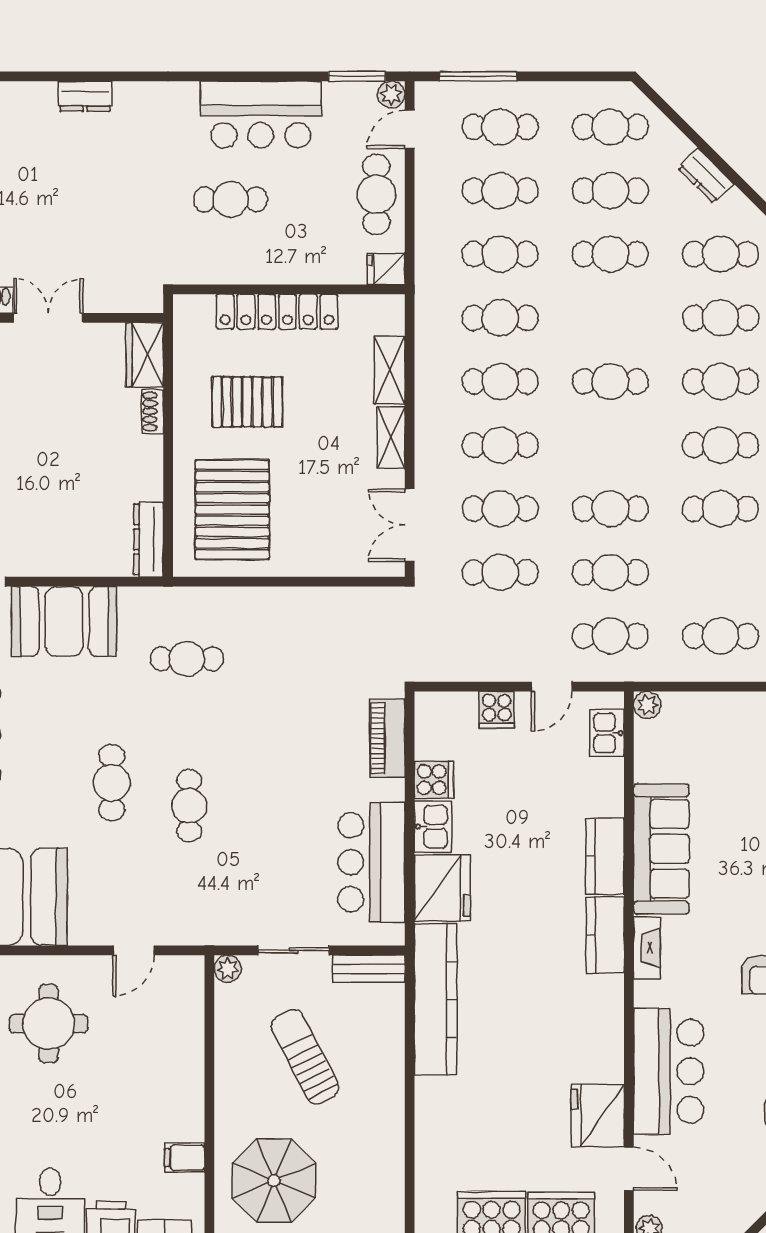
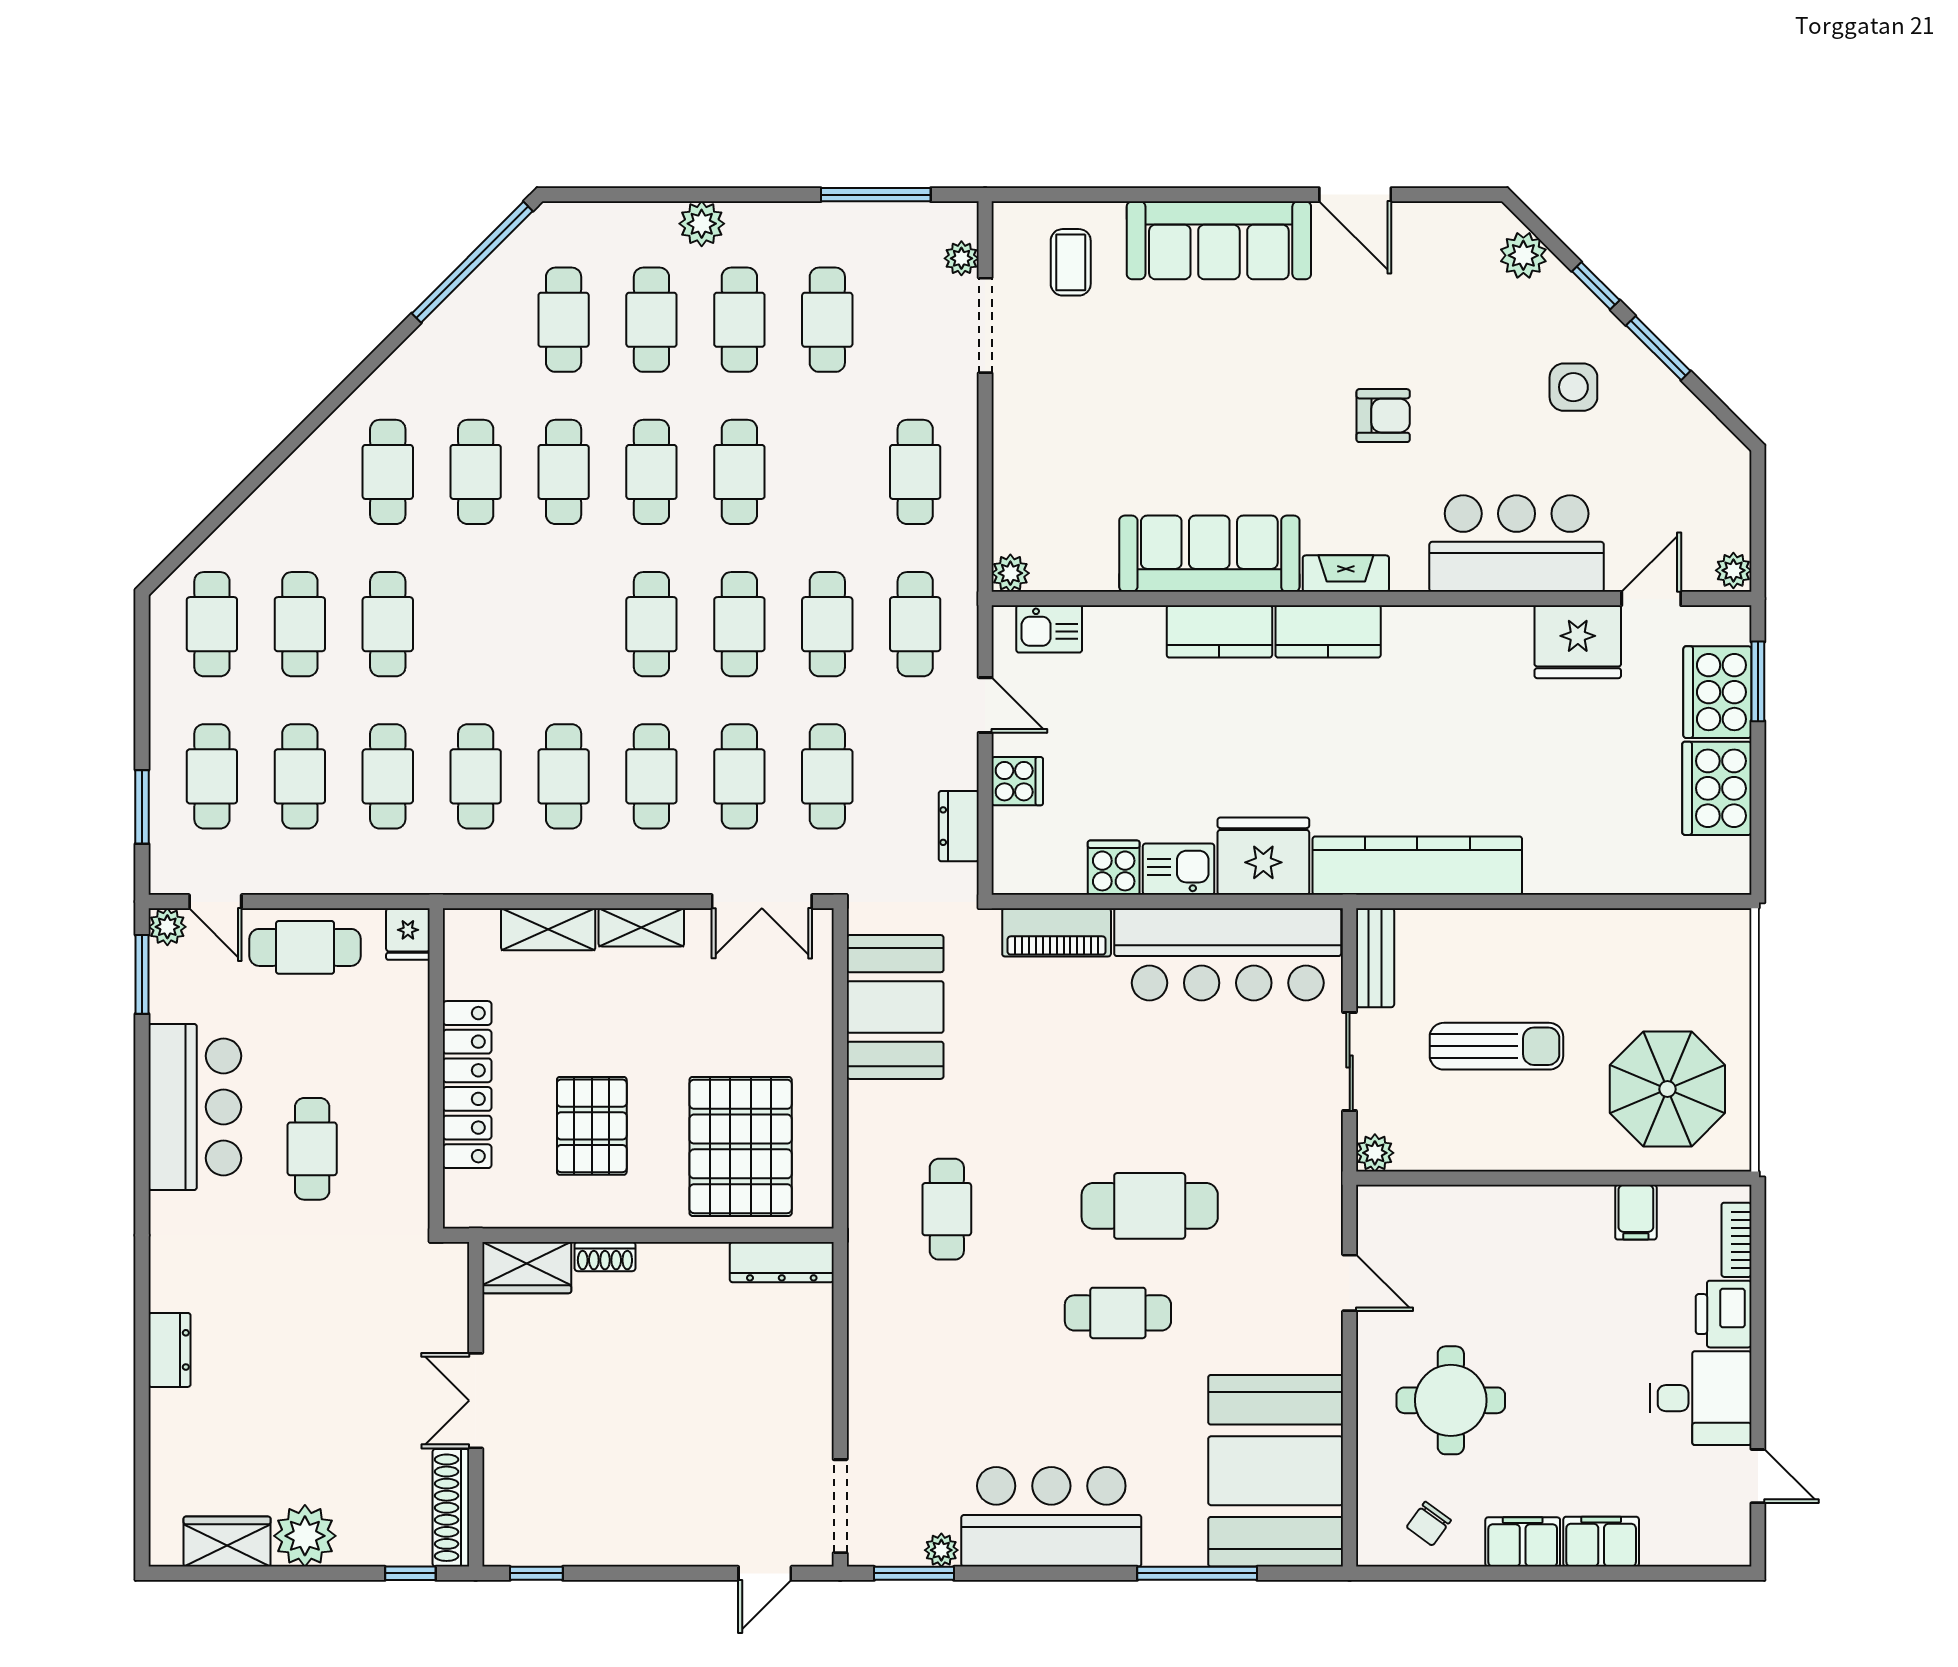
window: (478, 76) -> (142, 807), width x0.69
dresser: (706, 176) -> (959, 826), moved, turned 135
cafe table: (610, 381) -> (651, 624), moved
pallet: (232, 510) -> (741, 1146), turned 90
booth: (64, 621) -> (895, 1007), moved
cafe table: (189, 806) -> (1150, 1206), width x1.37, depth x1.35
bar counter: (371, 862) -> (1228, 954), width x1.36
sun lounger: (305, 1057) -> (1496, 1046), turned -153

